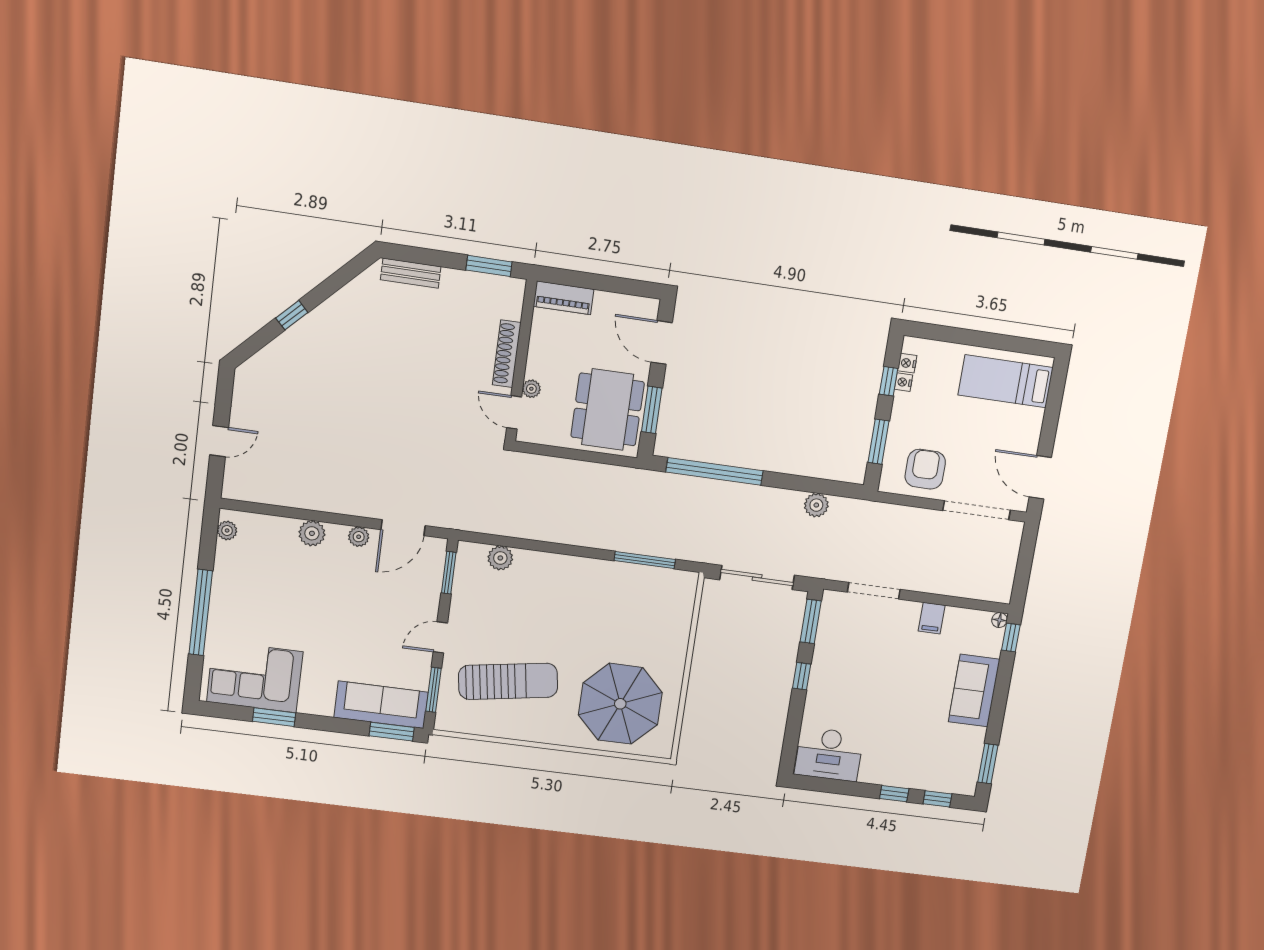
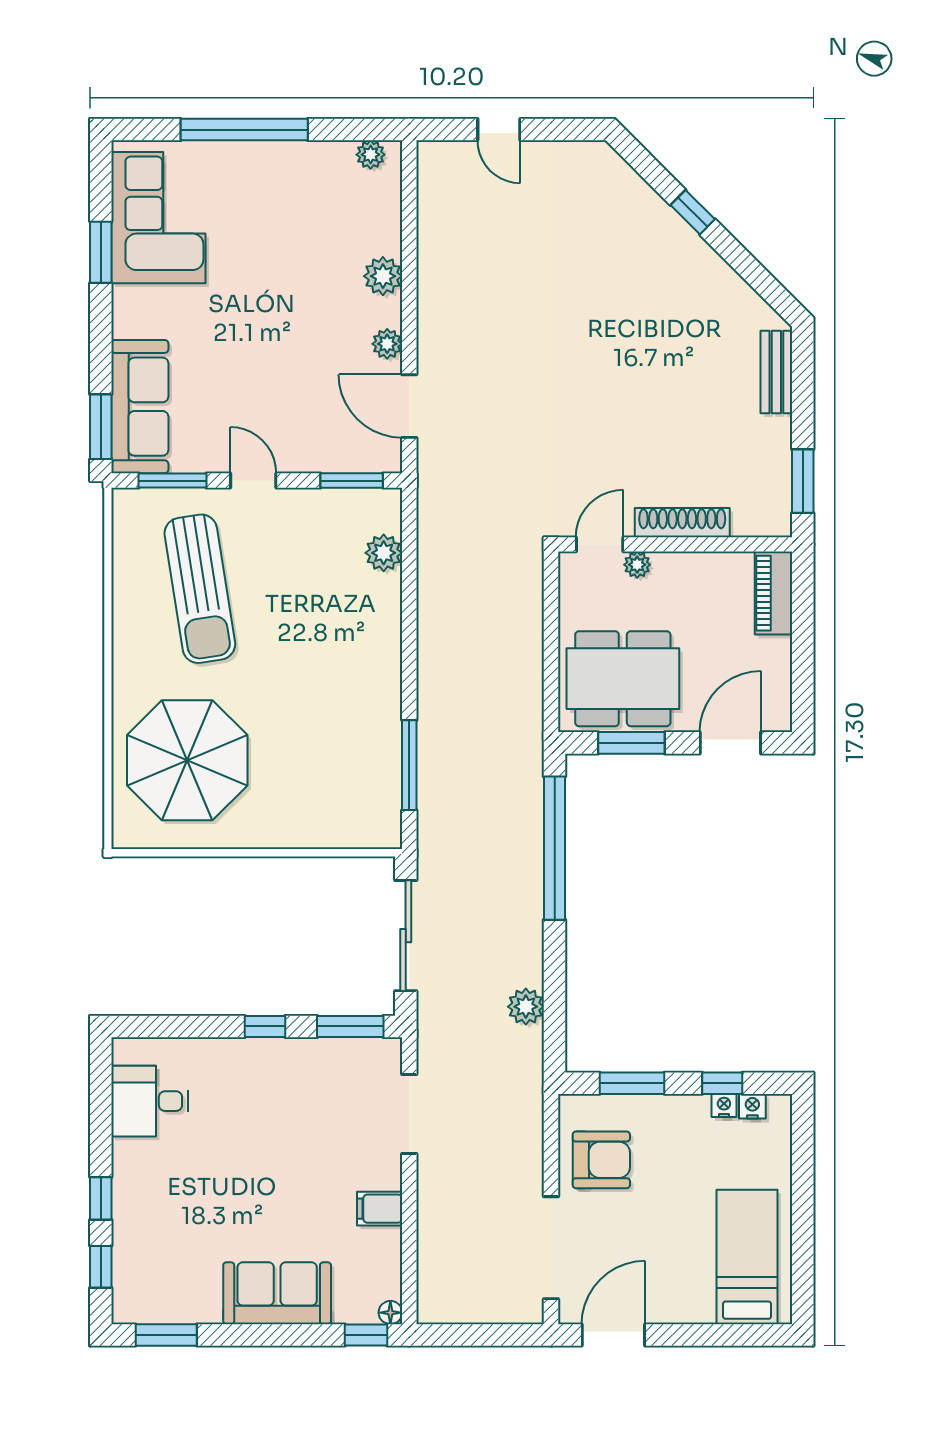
desk: (829, 754) -> (150, 1101), width x0.73

